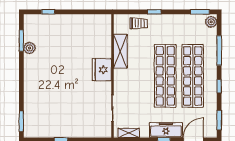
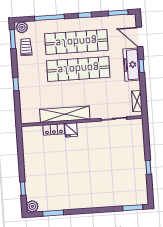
trolley: (139, 23) -> (26, 47), moved
locker: (106, 47) -> (54, 129), added
plant: (30, 48) -> (32, 206), moved
shelving: (120, 51) -> (65, 114), width x1.47
fridge: (102, 70) -> (71, 130), width x0.53, depth x0.75

